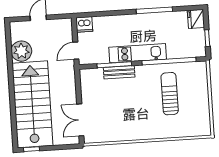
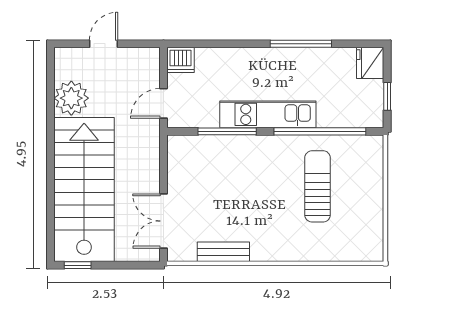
bench: (119, 72) -> (223, 252), moved

